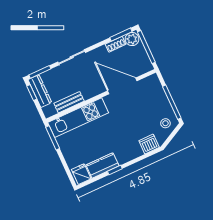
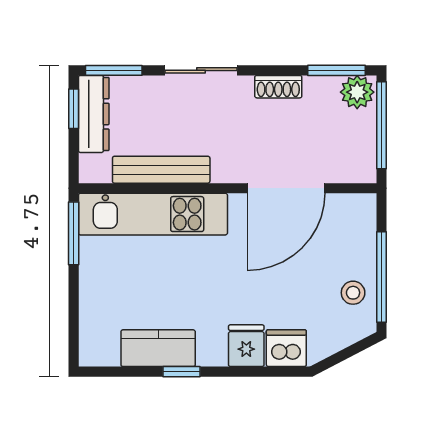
shoe rack: (116, 44) -> (278, 87), moved
door: (122, 86) -> (286, 188), swing flipped
bench: (69, 102) -> (161, 170), width x1.36
stool: (165, 123) -> (353, 293), moved
fridge: (81, 174) -> (246, 346), moved

